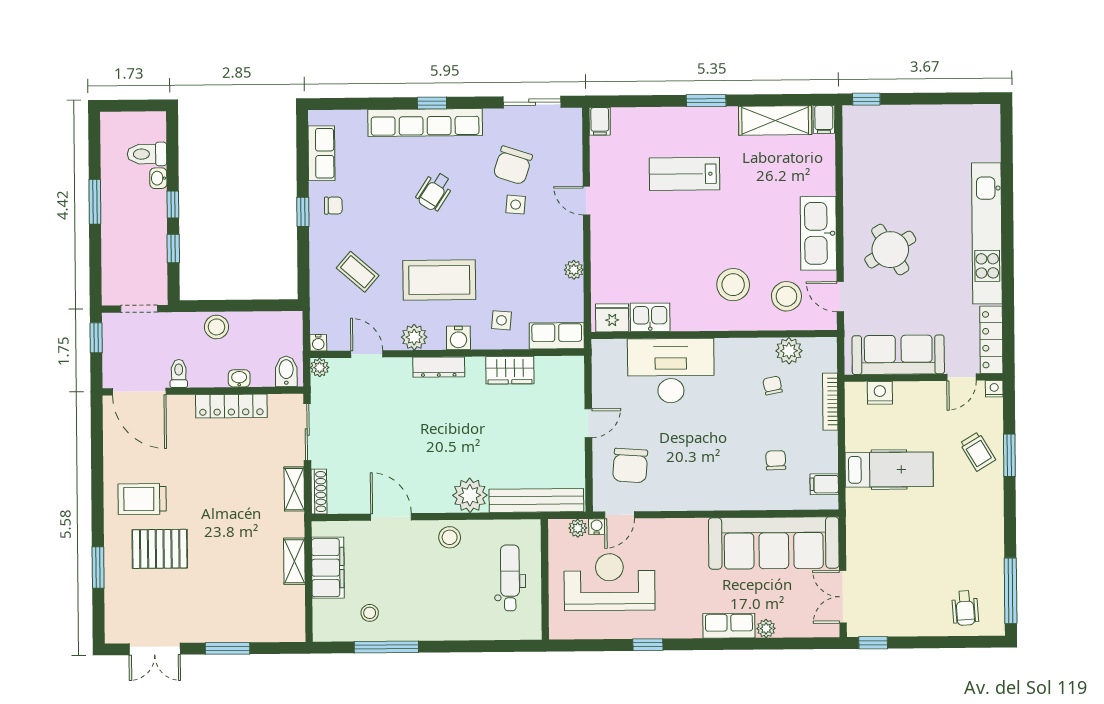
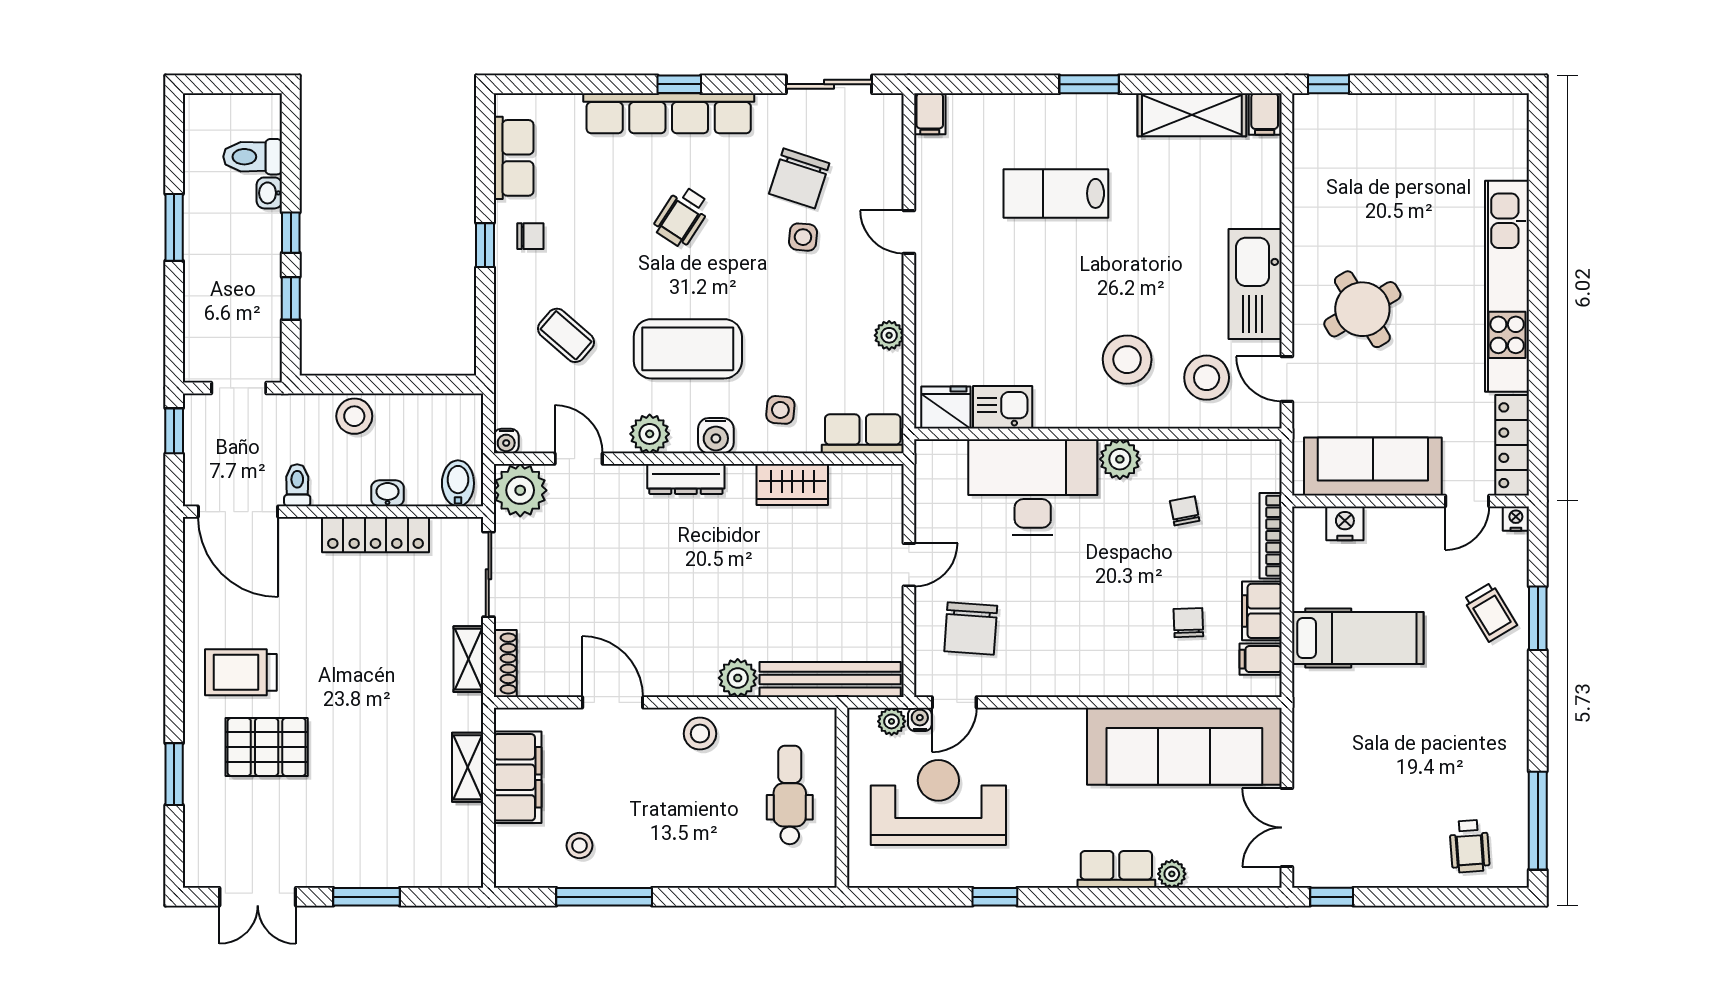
plant: (789, 351) -> (1120, 459), moved
plant: (320, 367) -> (520, 490), width x1.88, depth x1.88
filing cabinet: (825, 452) -> (1262, 611), added
plant: (470, 495) -> (738, 678), width x0.73, depth x0.73

